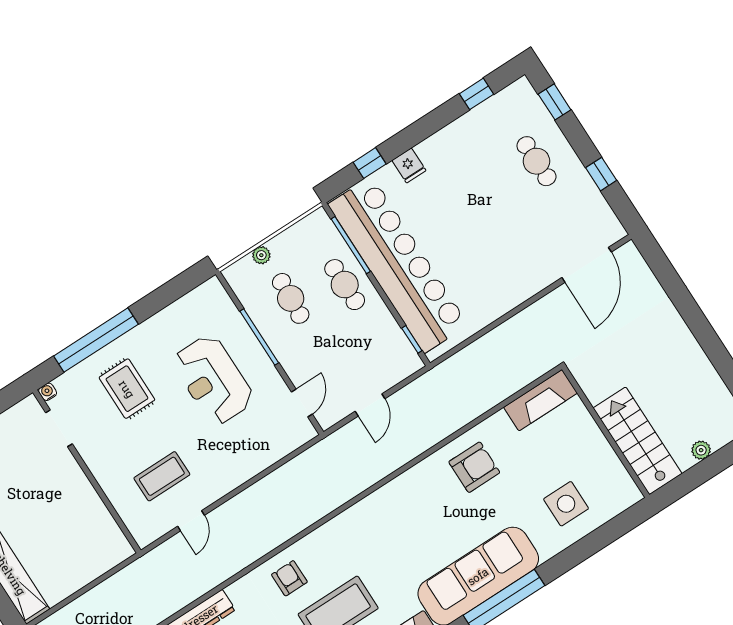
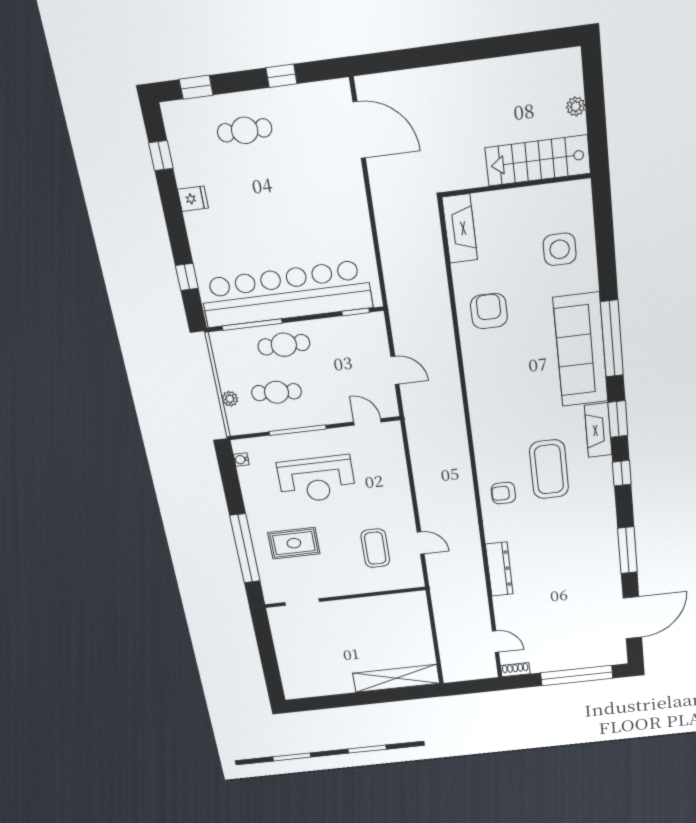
fridge: (409, 165) -> (193, 199), moved
water cooler: (48, 392) -> (241, 460), moved

